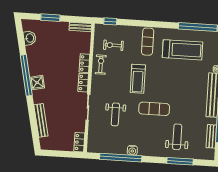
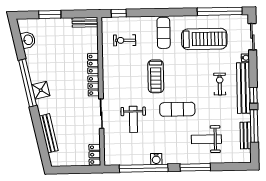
exercise bike: (101, 65) -> (220, 84), moved
weight bench: (177, 137) -> (206, 139), turned -90
window: (180, 161) -> (195, 167), moved

